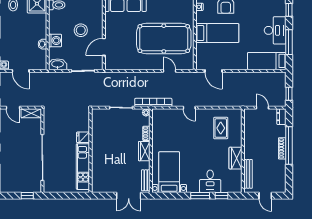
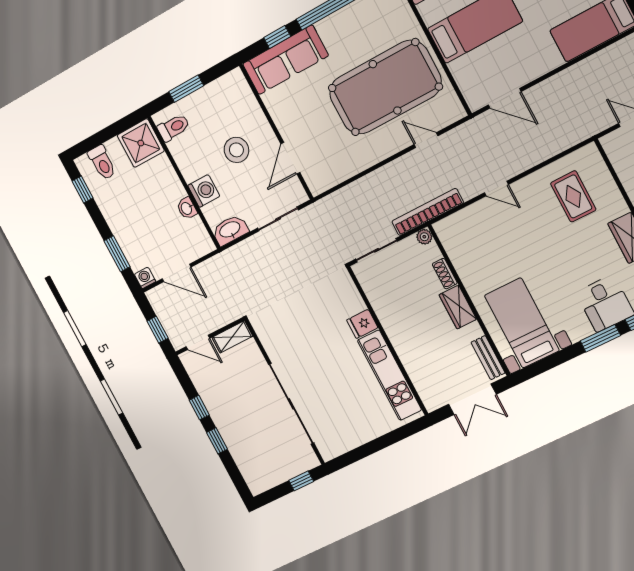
fridge: (83, 137) -> (362, 324), moved
wall: (90, 151) -> (387, 341), moved
kitchen unit: (83, 167) -> (389, 375), moved

